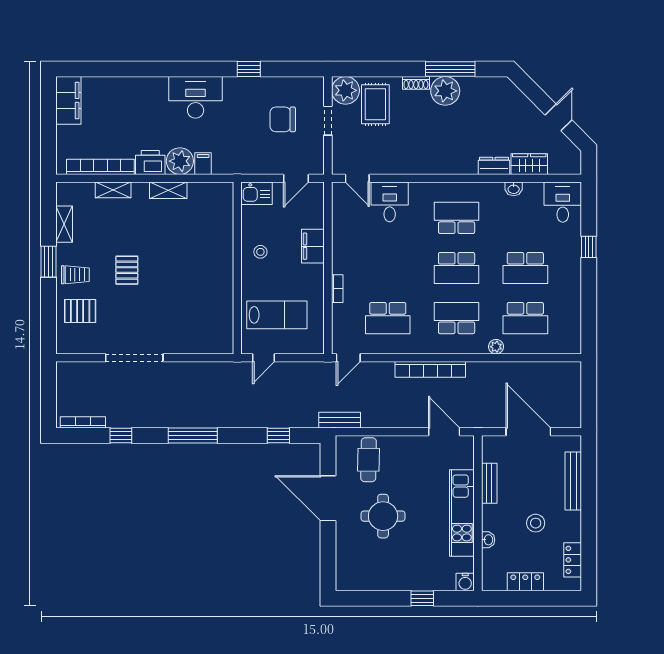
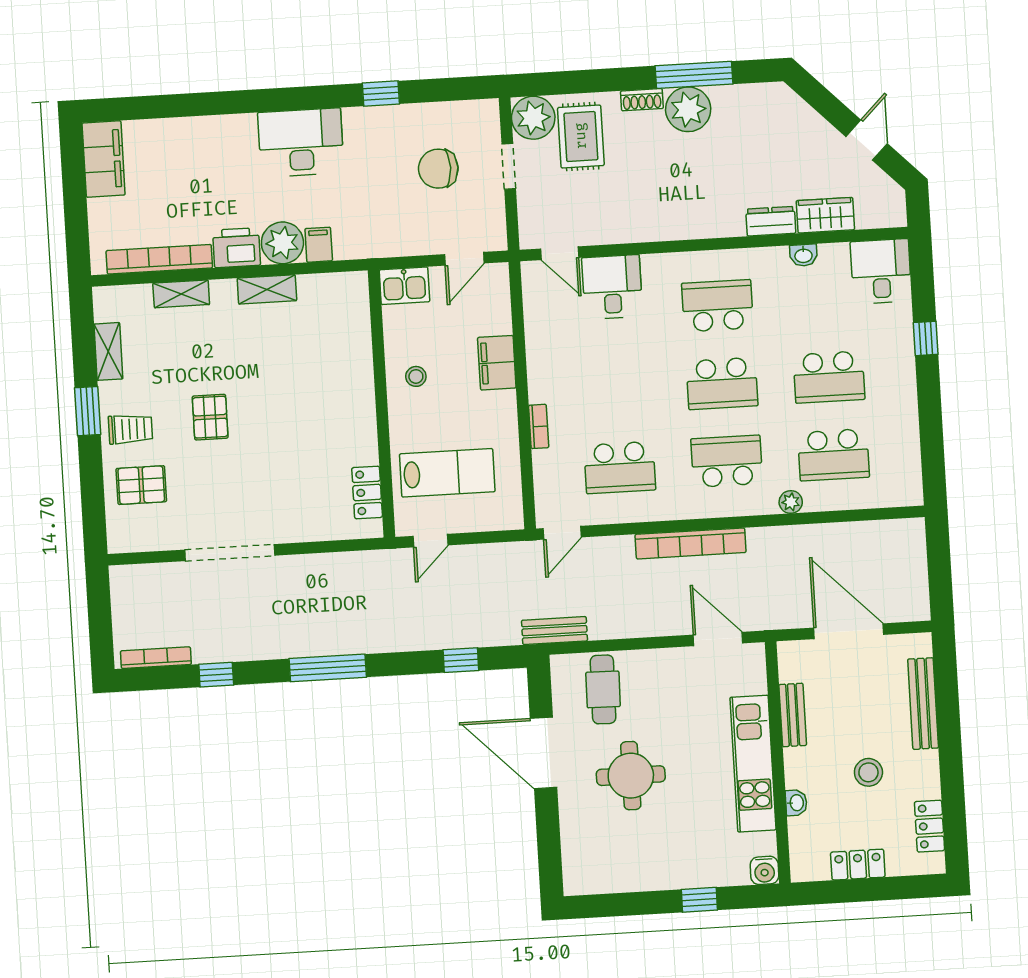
locker: (225, 324) -> (367, 492), added

